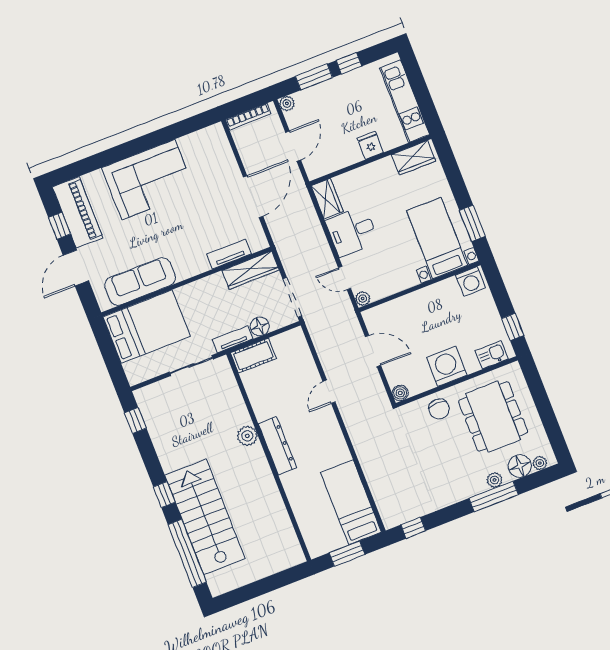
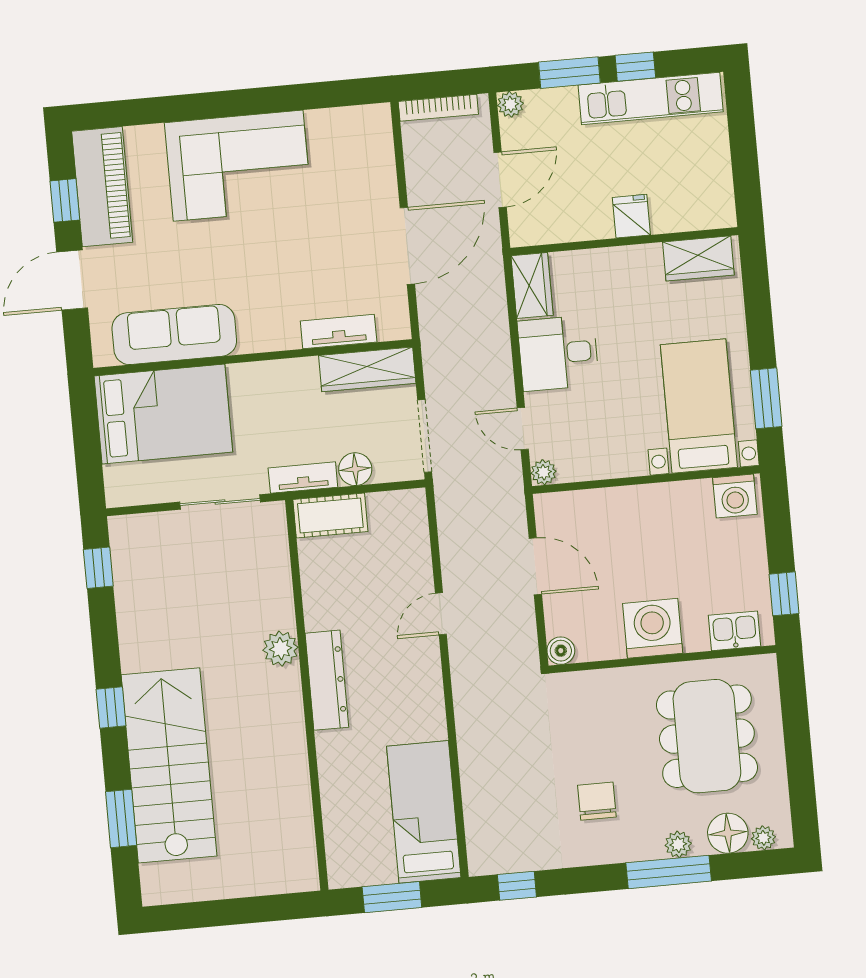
kitchen unit: (405, 101) -> (651, 98), moved, turned -90
chair: (439, 409) -> (597, 801), moved, turned 180
window: (187, 553) -> (121, 818), width x0.47

